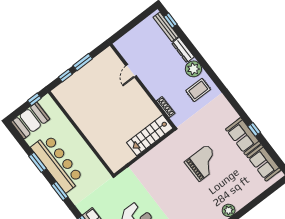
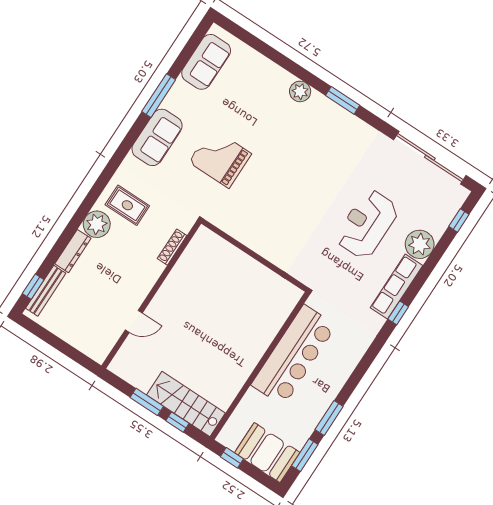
window: (254, 129) -> (159, 96), width x2.17
stairs: (150, 135) -> (186, 404), moved, turned 180
sofa: (243, 136) -> (157, 137), moved
bar counter: (57, 163) -> (294, 355), moved, turned 180
grand piano: (203, 163) -> (220, 158), moved
window: (60, 191) -> (305, 455), moved

